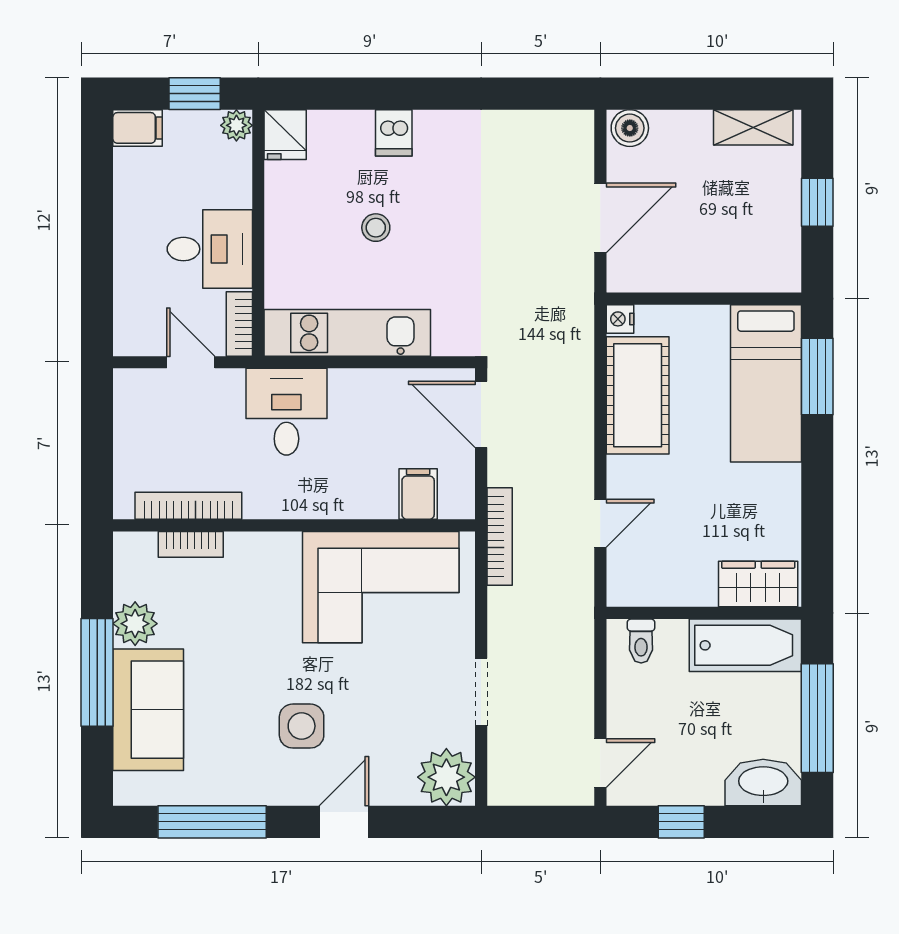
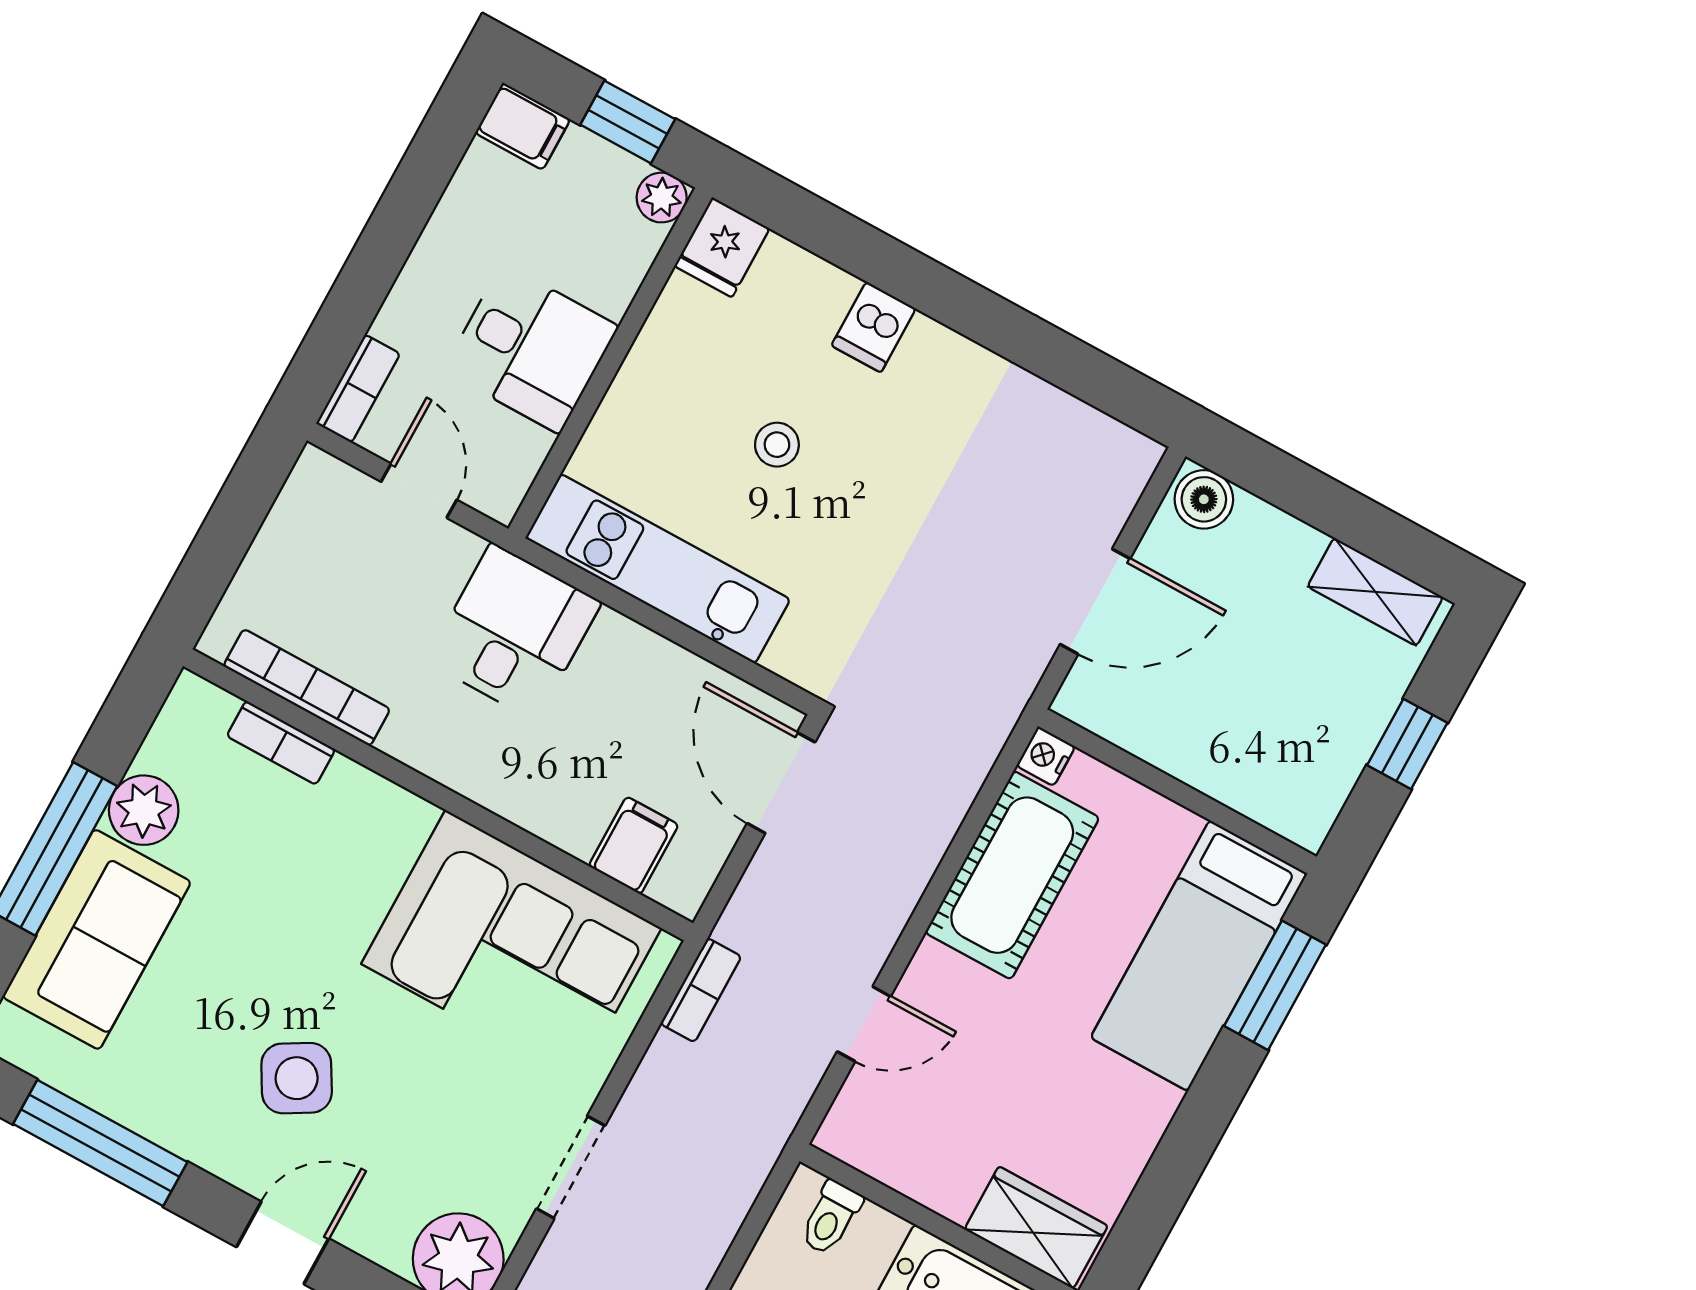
bookcase: (239, 324) -> (358, 389), moved, turned 180
bookcase: (500, 536) -> (701, 990), width x0.64
side table: (302, 726) -> (297, 1078), turned -30

